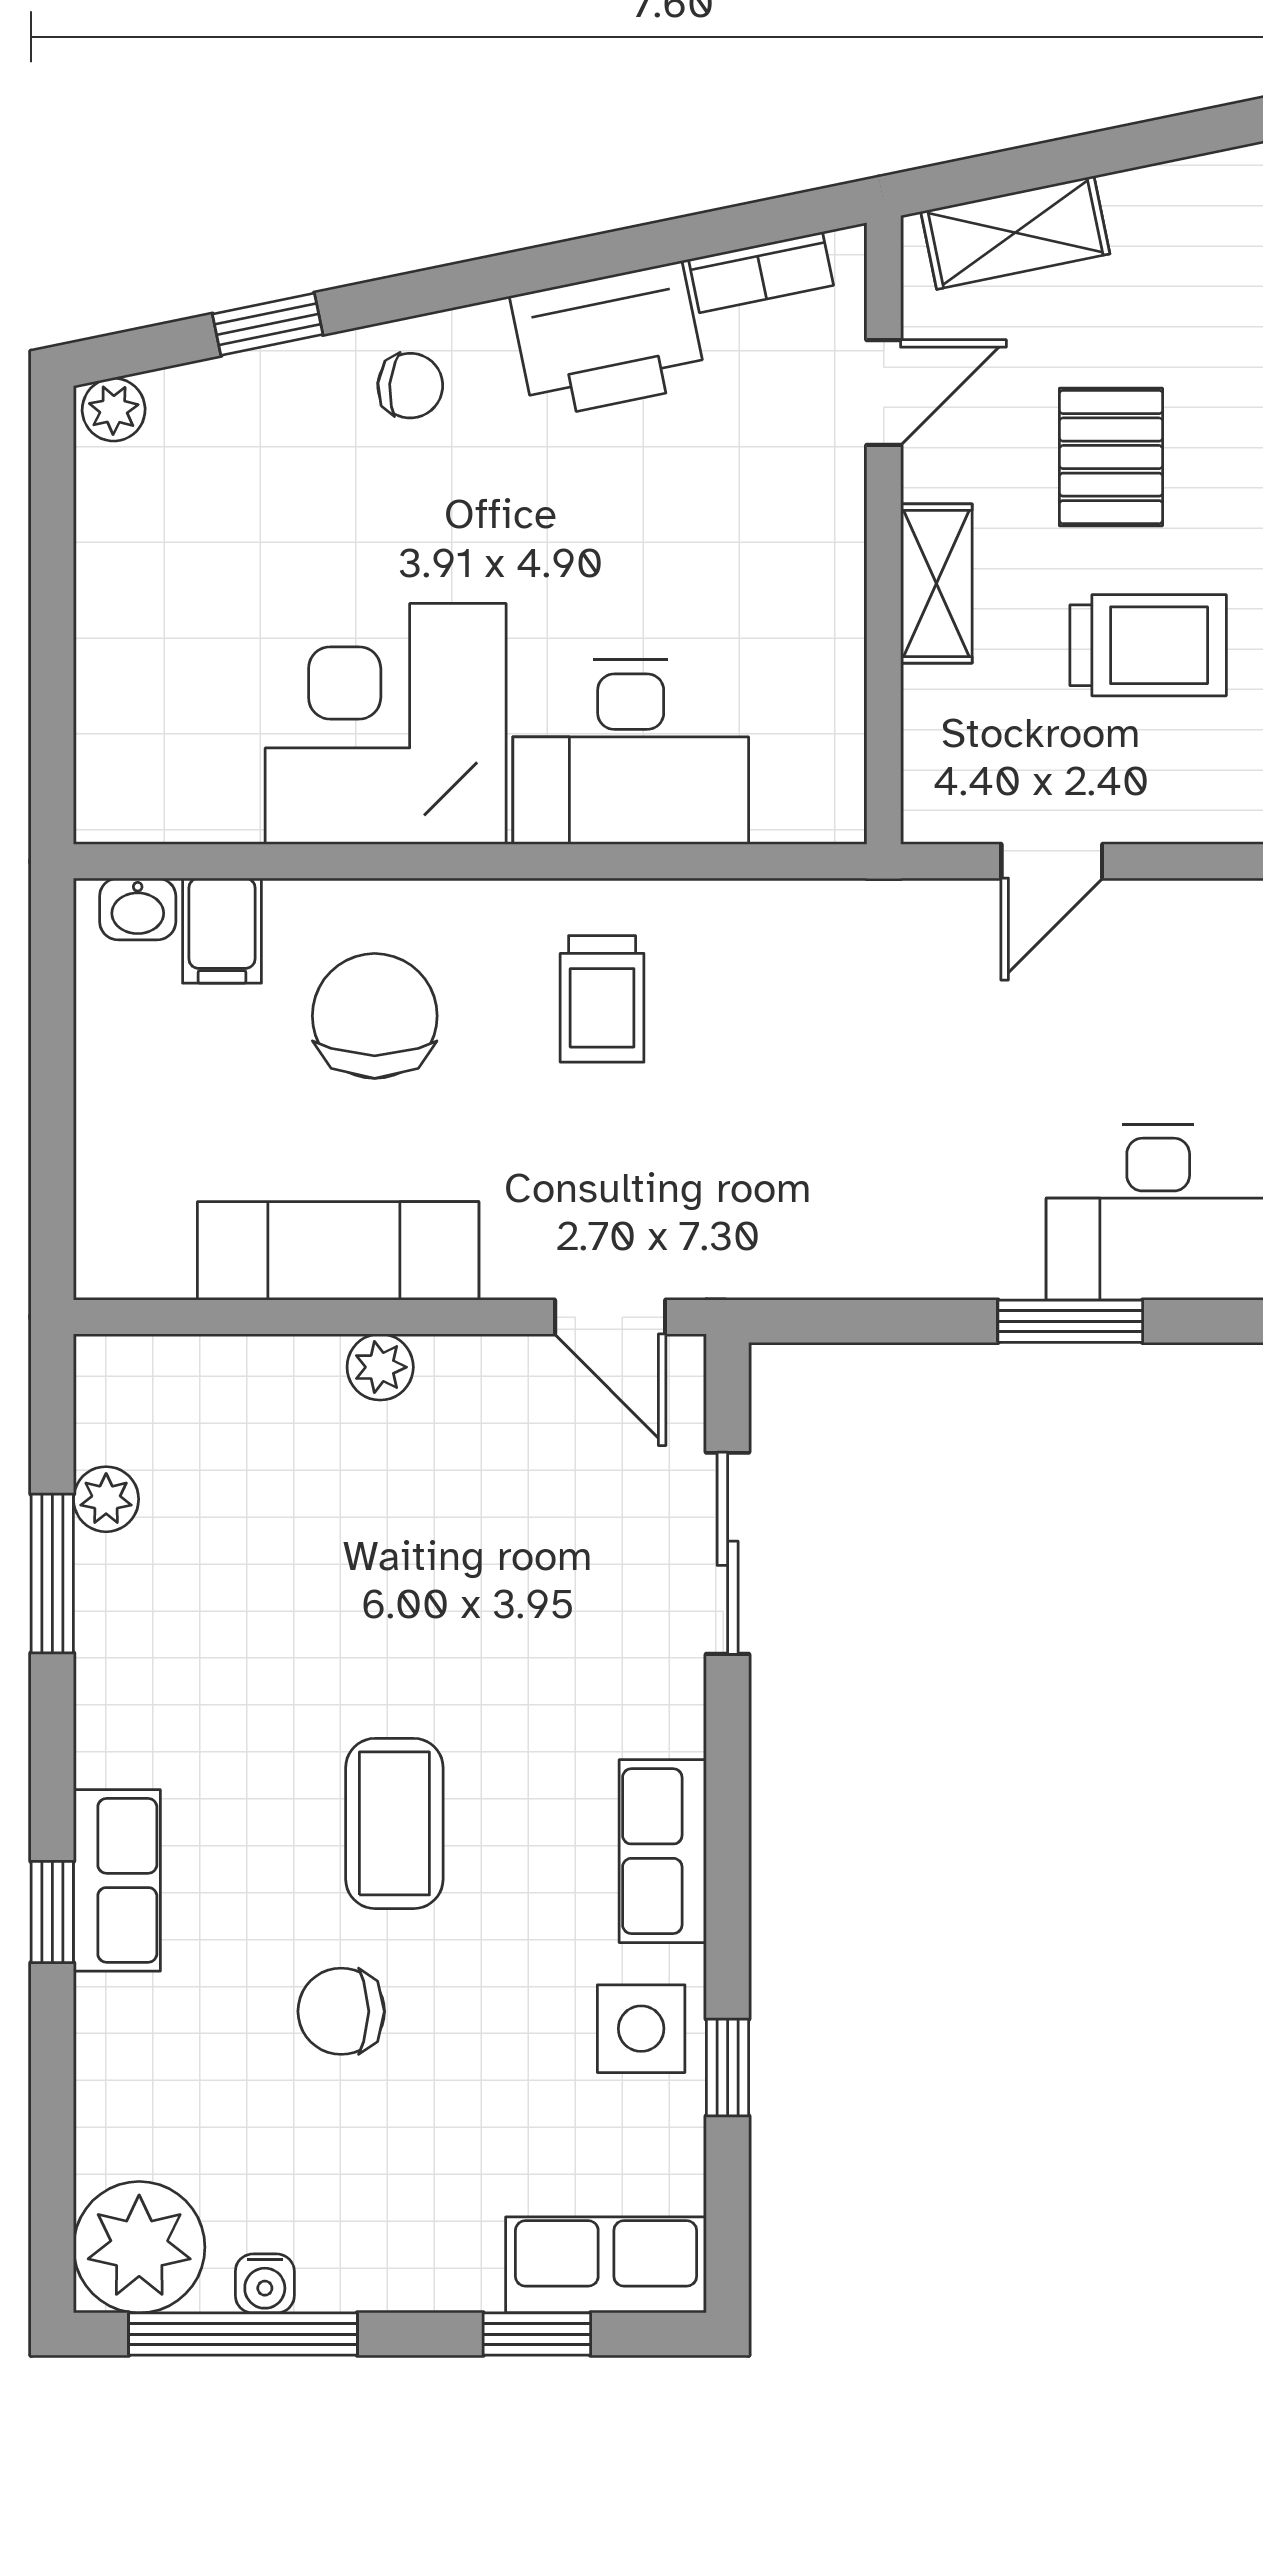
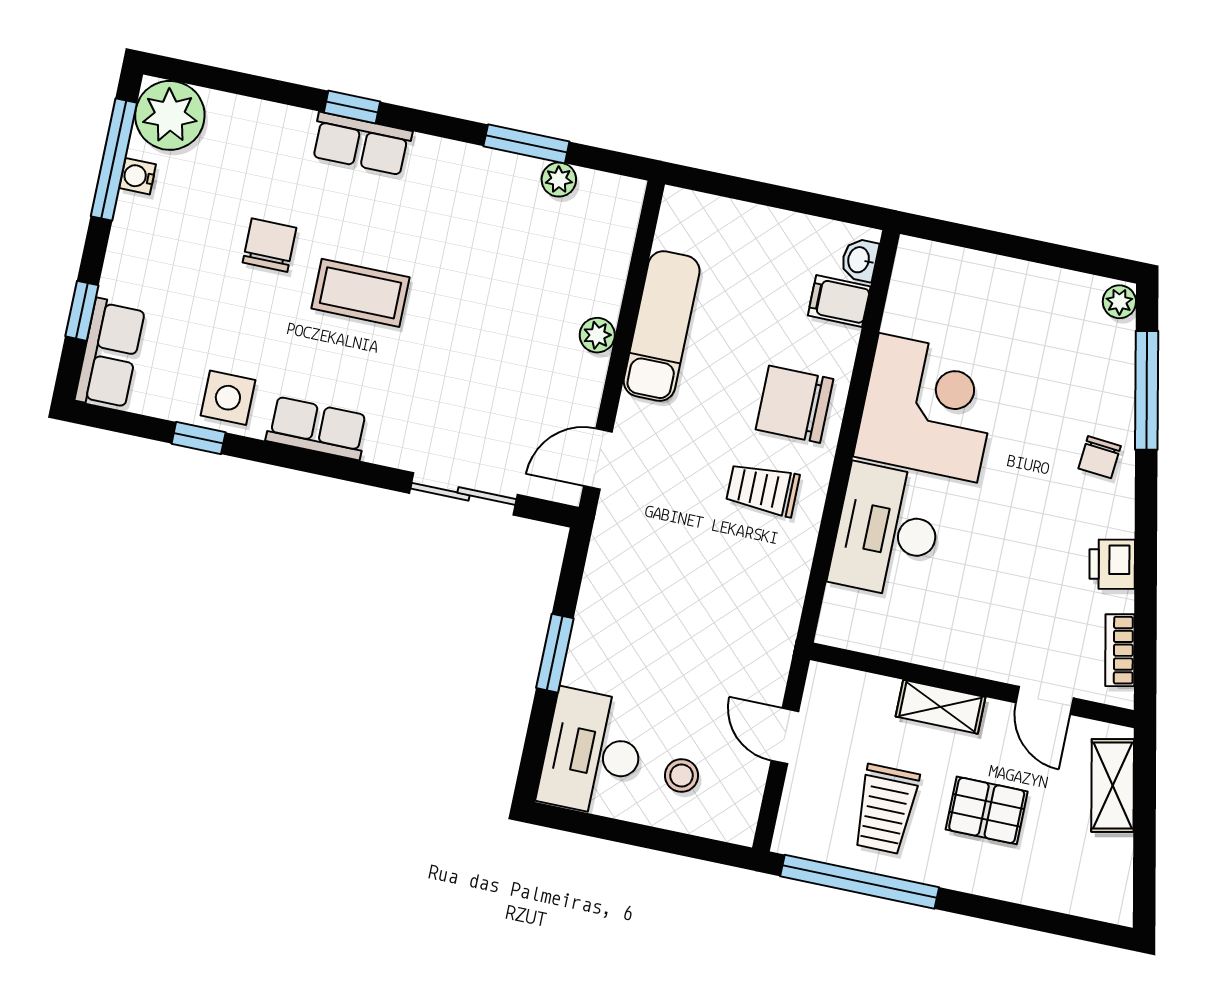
window: (268, 324) -> (1147, 390), width x2.17
printer: (608, 340) -> (1112, 564), width x0.53, depth x0.68
chair: (375, 1016) -> (794, 404), moved, turned 180
stool: (1166, 1038) -> (681, 775), added
window: (1070, 1321) -> (555, 653), moved

